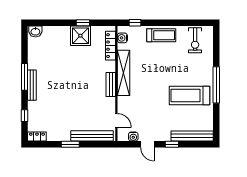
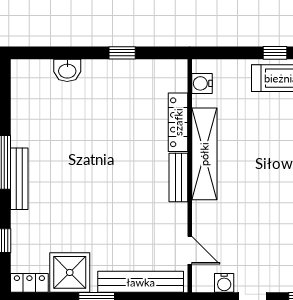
window: (135, 23) -> (275, 53), moved
washbasin: (35, 31) -> (67, 70), moved
shower: (80, 36) -> (70, 272), moved
locker: (110, 46) -> (178, 122), moved

